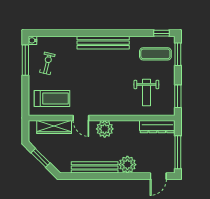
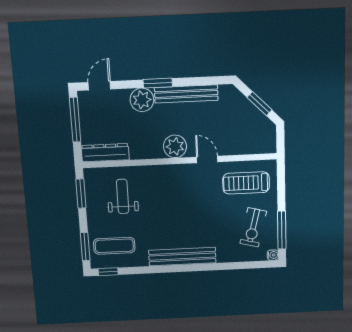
exercise bike: (47, 63) -> (253, 227), width x1.38, depth x1.39
wardrobe: (54, 127) -> (242, 146), removed
window: (115, 176) -> (158, 83), added

